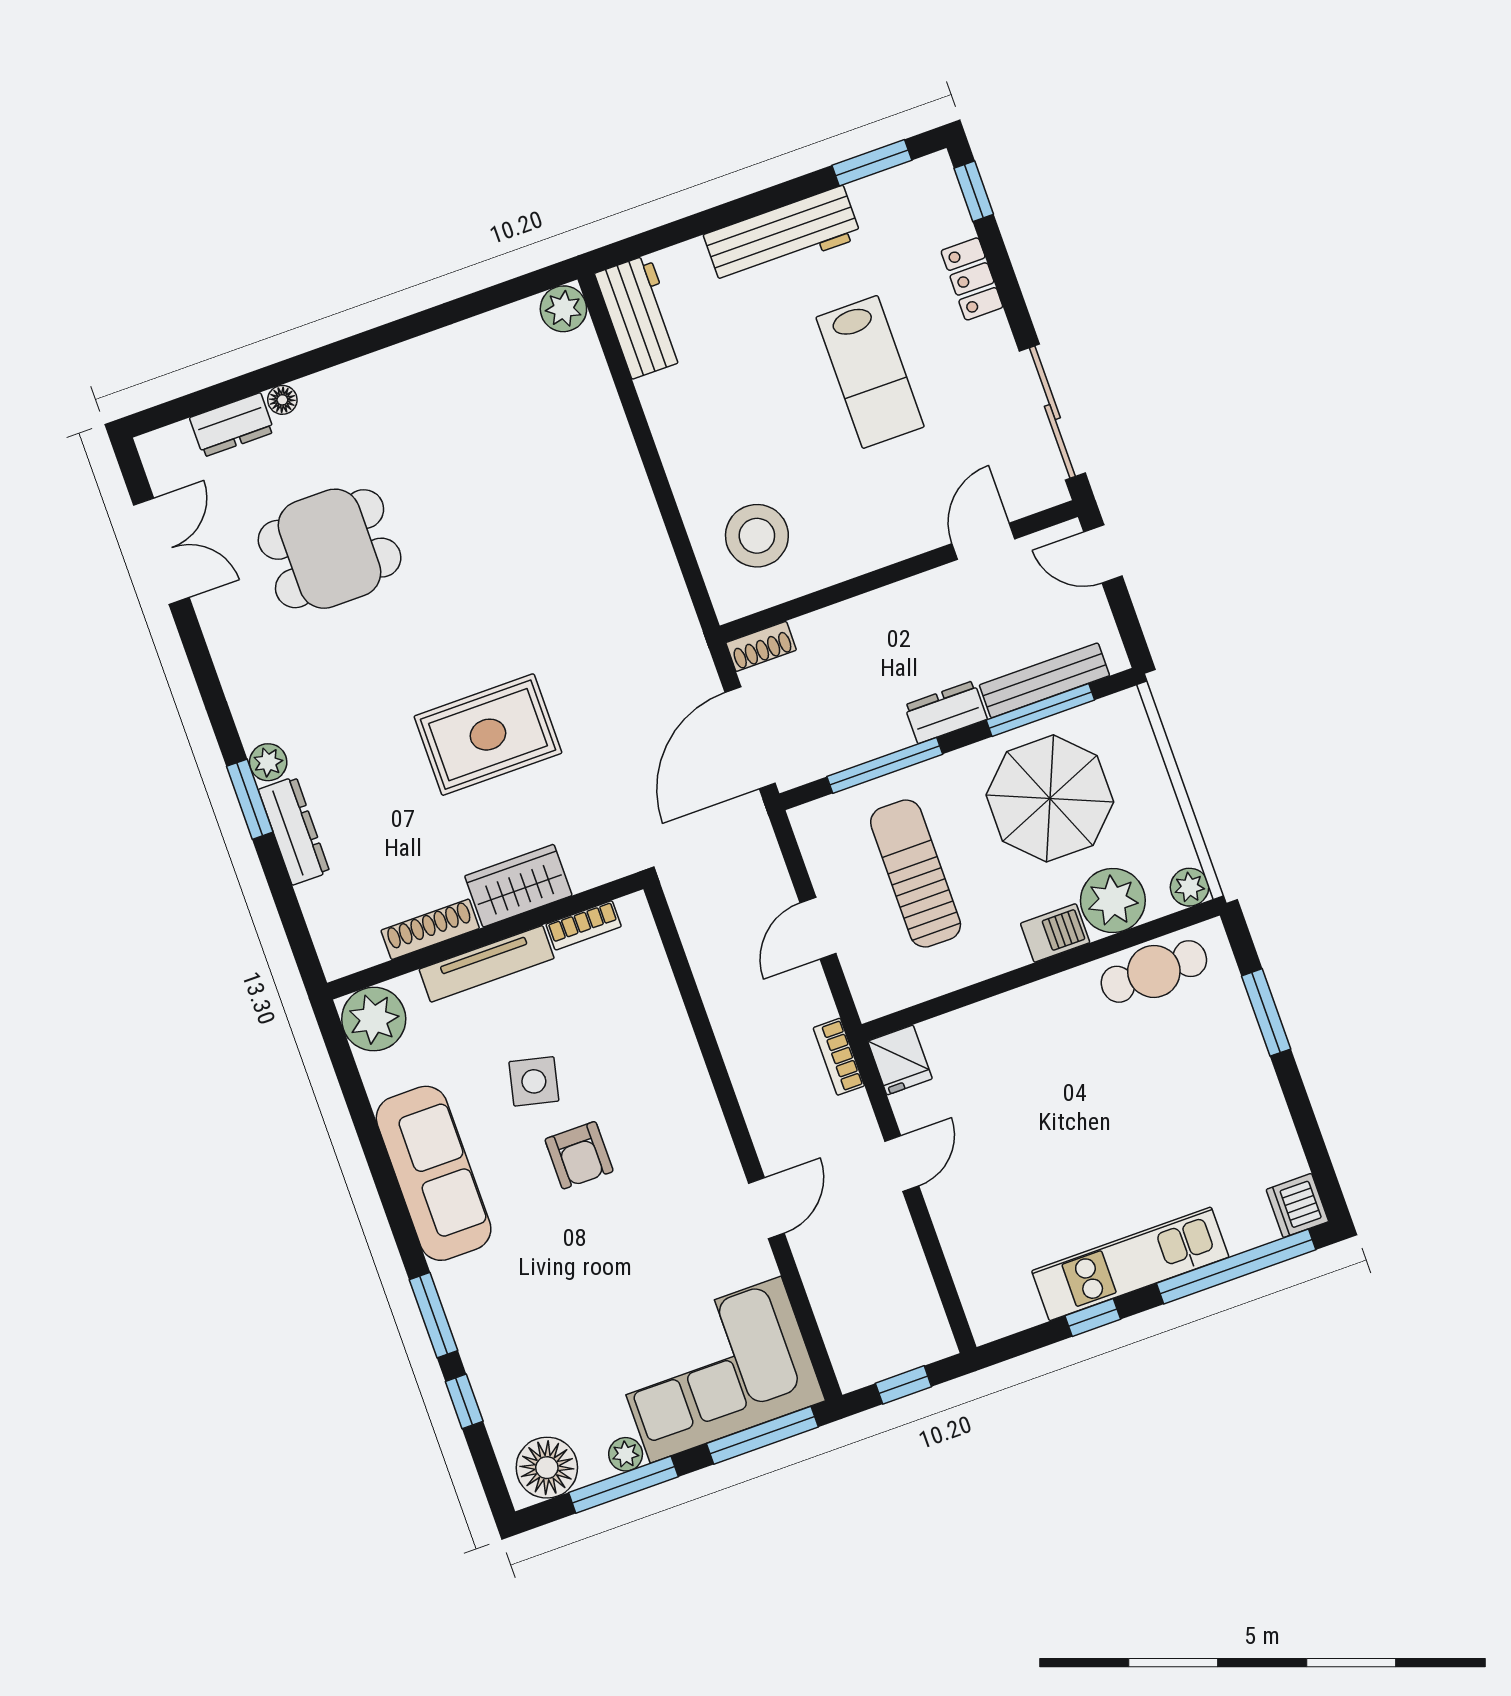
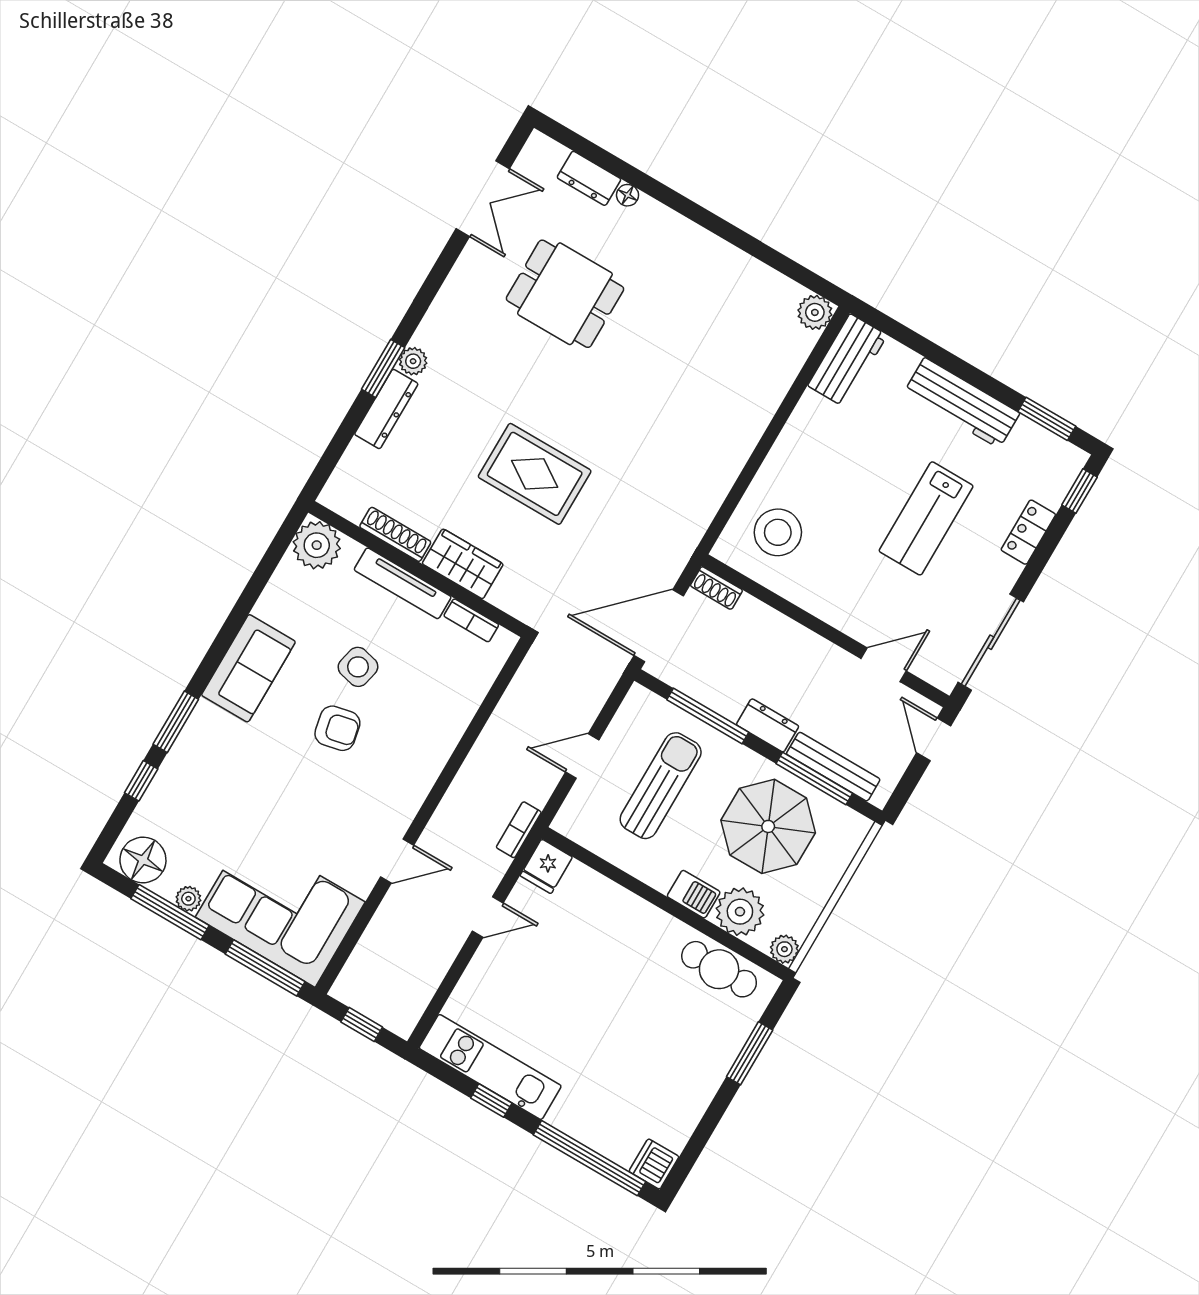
armchair: (579, 1155) -> (337, 728), turned -102
sofa: (434, 1173) -> (248, 668), width x0.73
kitchen unit: (1130, 1264) -> (490, 1067), moved

